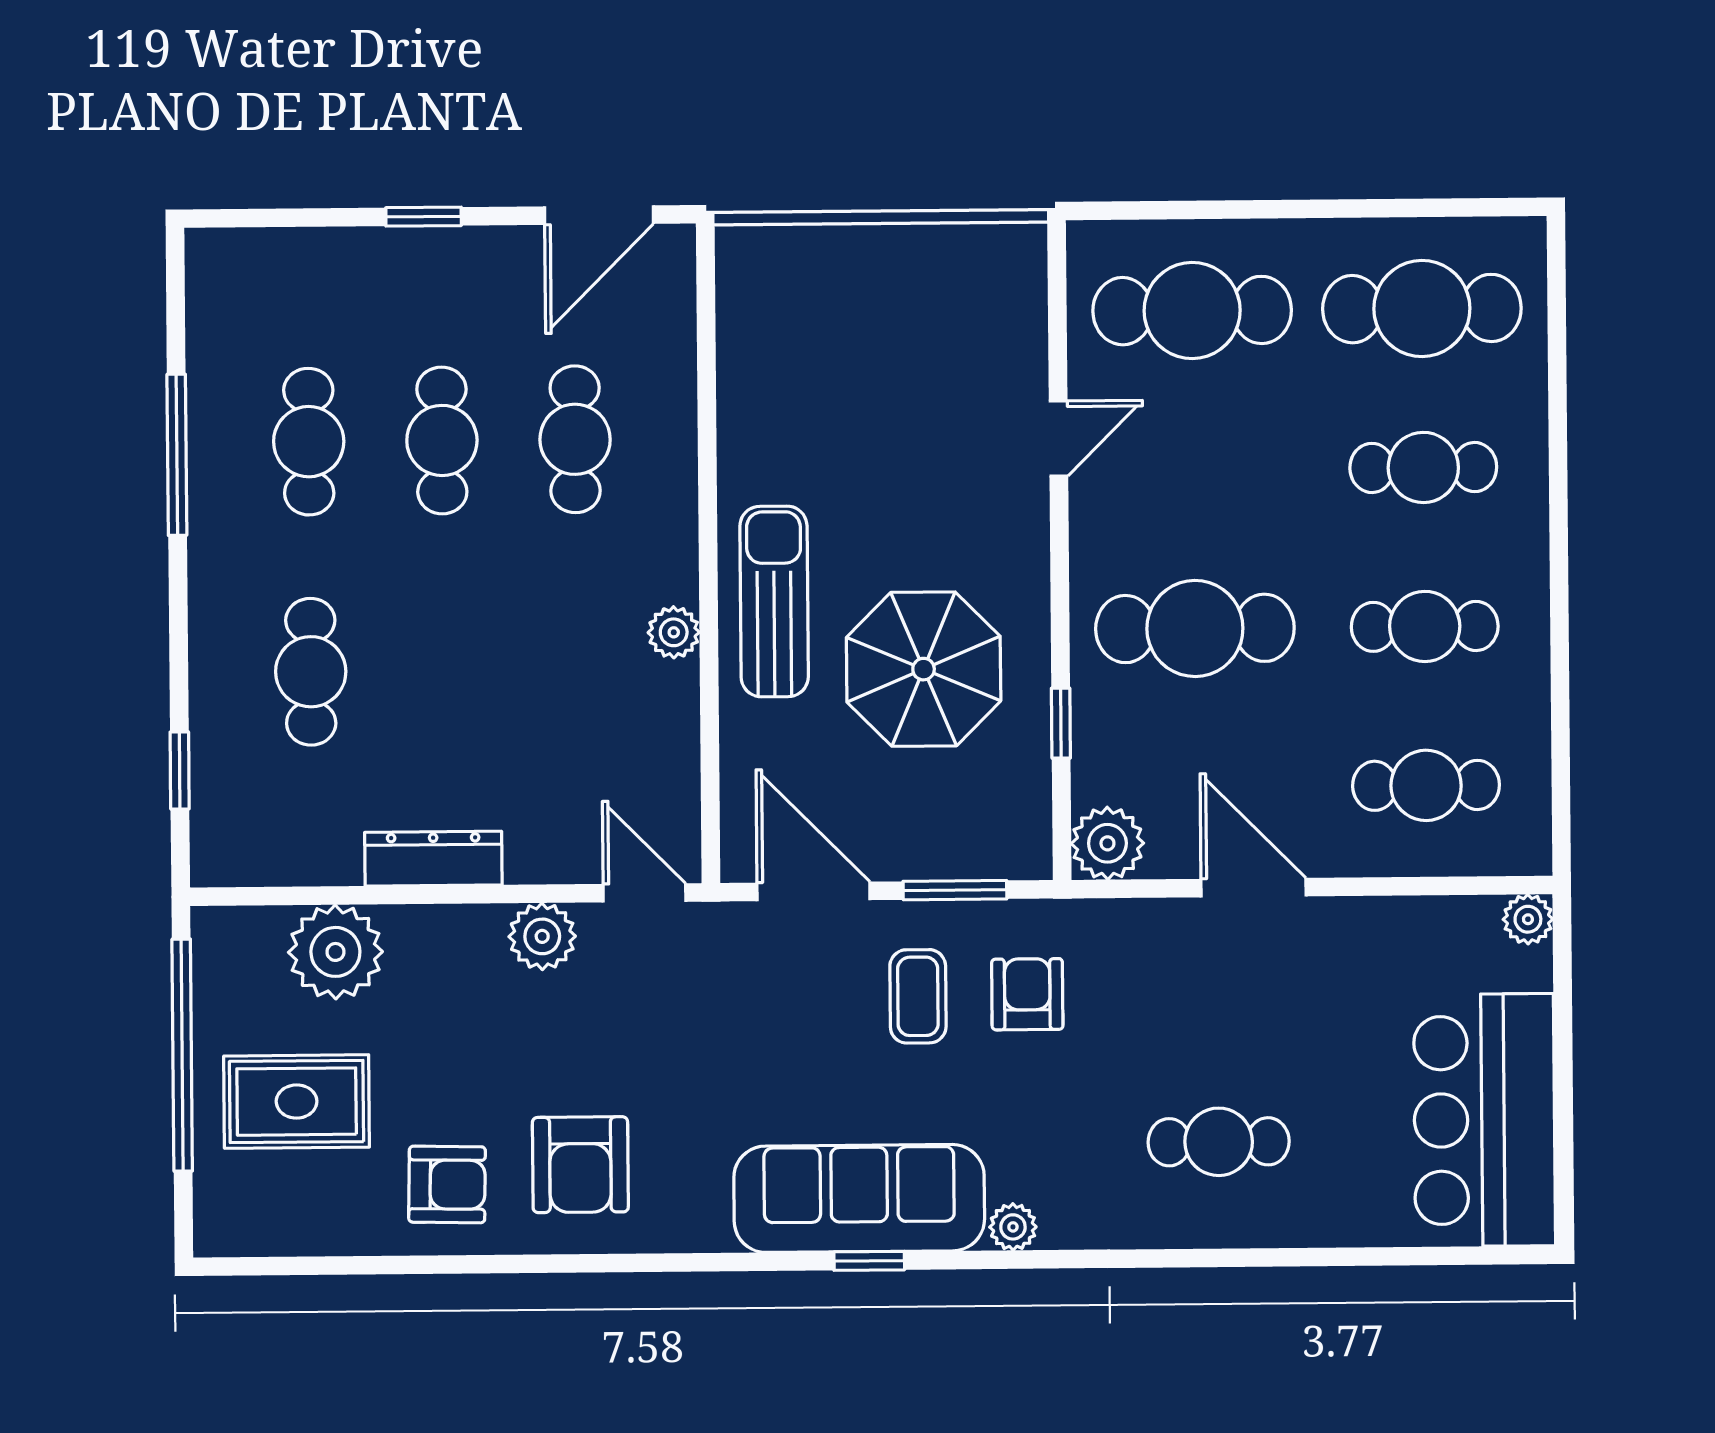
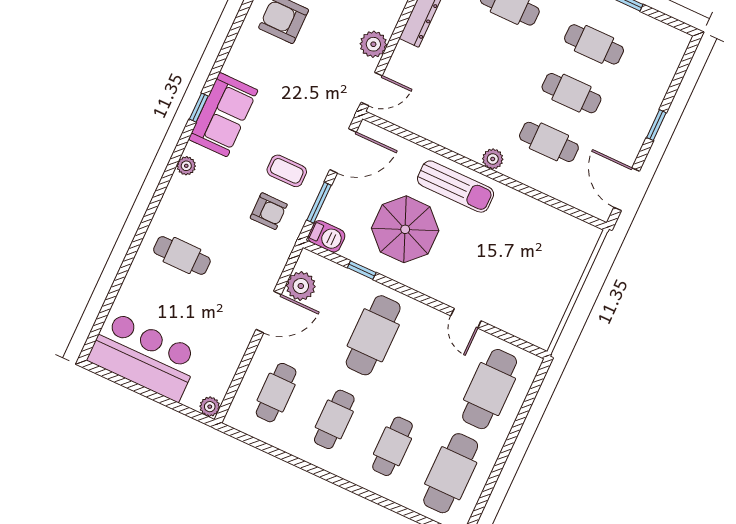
plant: (674, 632) -> (493, 159), moved
barbecue: (1023, 838) -> (326, 236), added
plant: (1107, 843) -> (301, 286), moved
cafe table: (1219, 1142) -> (182, 255), turned 90
sofa: (859, 1198) -> (223, 115), width x0.73

